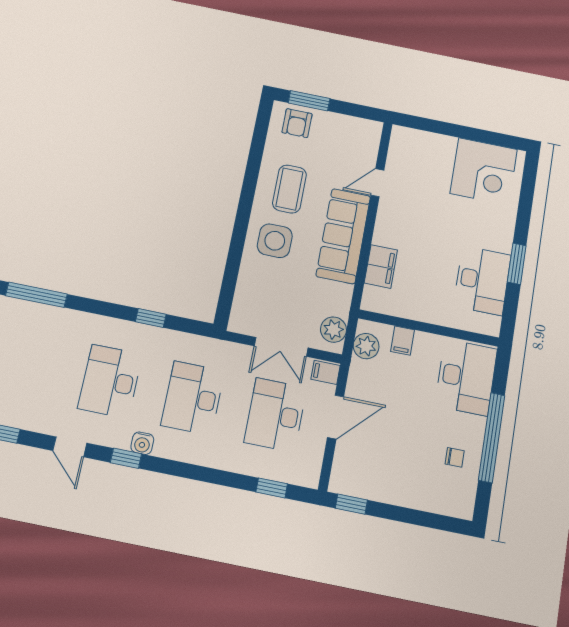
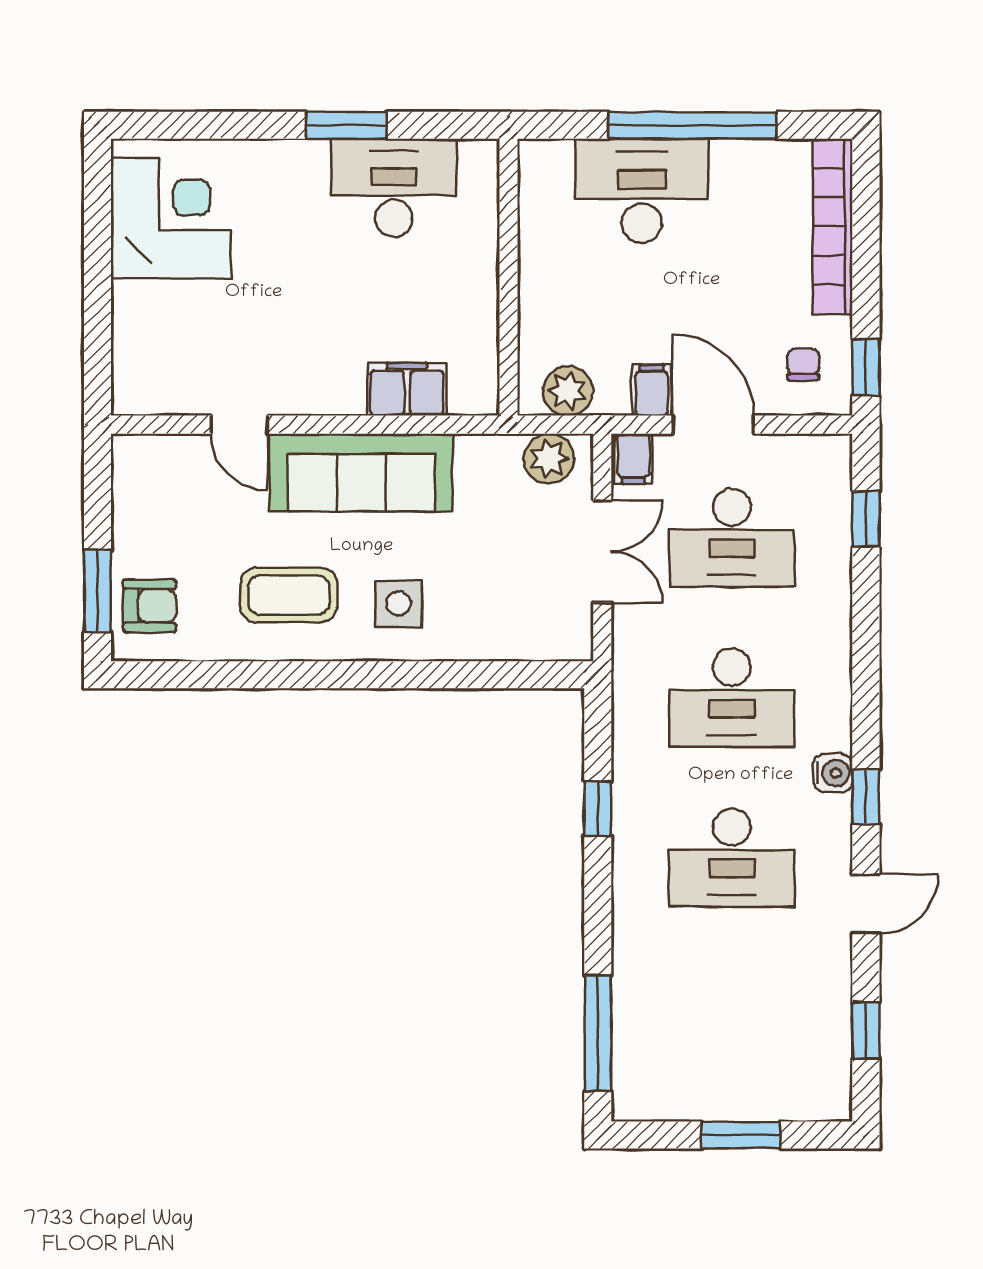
side table: (275, 241) -> (399, 604), width x0.73, depth x0.73
filing cabinet: (402, 341) -> (652, 390), moved, turned -90
desk: (466, 377) -> (642, 191), moved
chair: (455, 457) -> (803, 365), moved
bookcase: (428, 501) -> (833, 227), added

